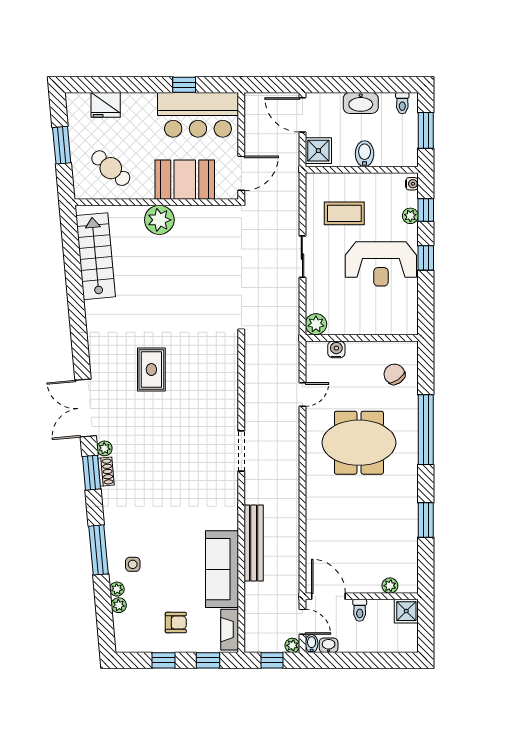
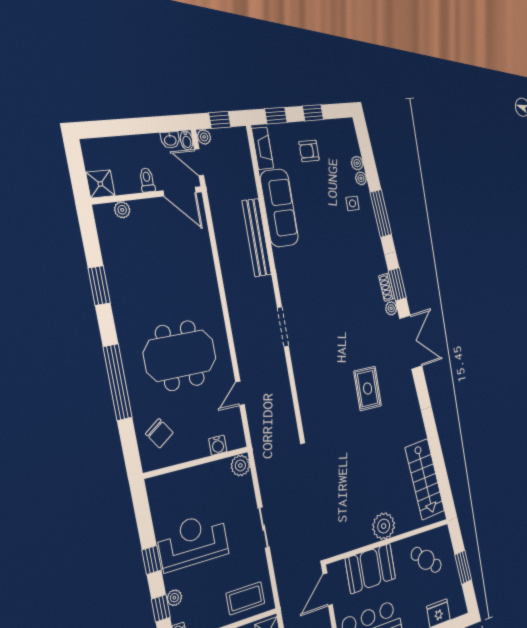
coffee table: (344, 213) -> (245, 598), moved

